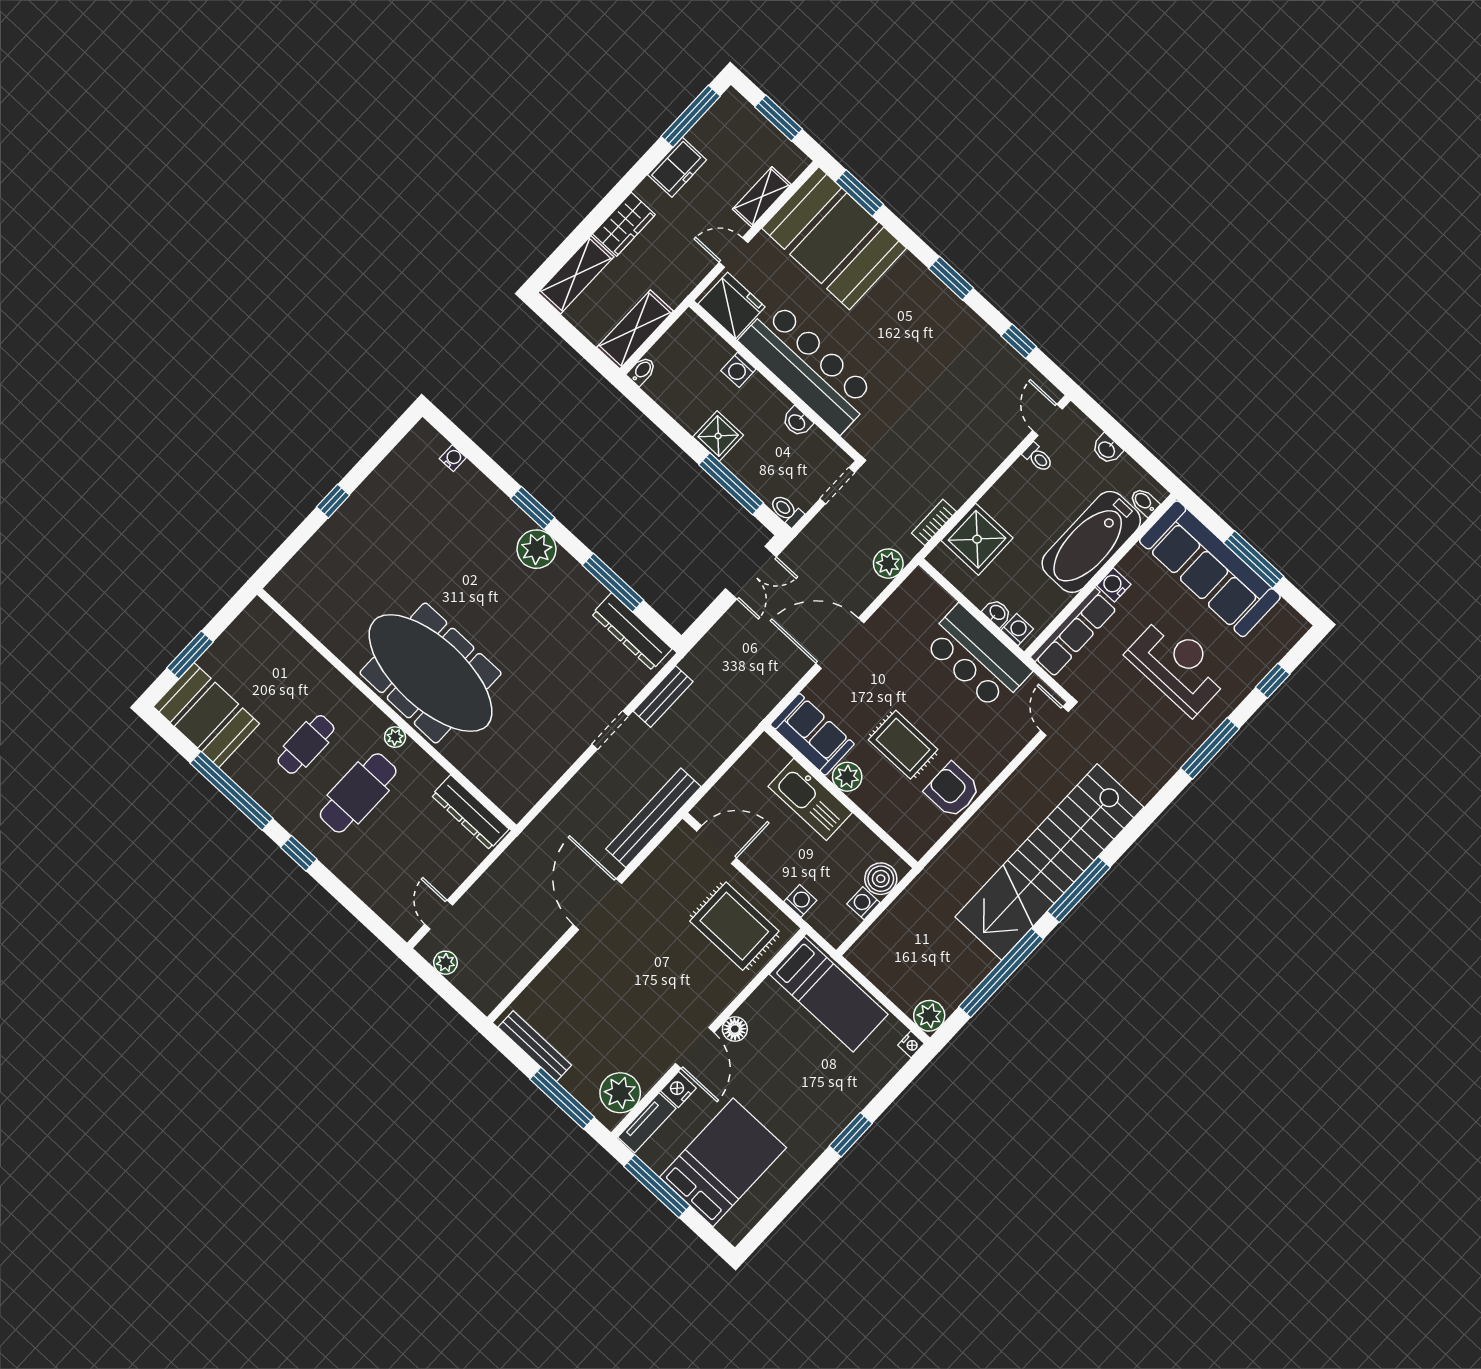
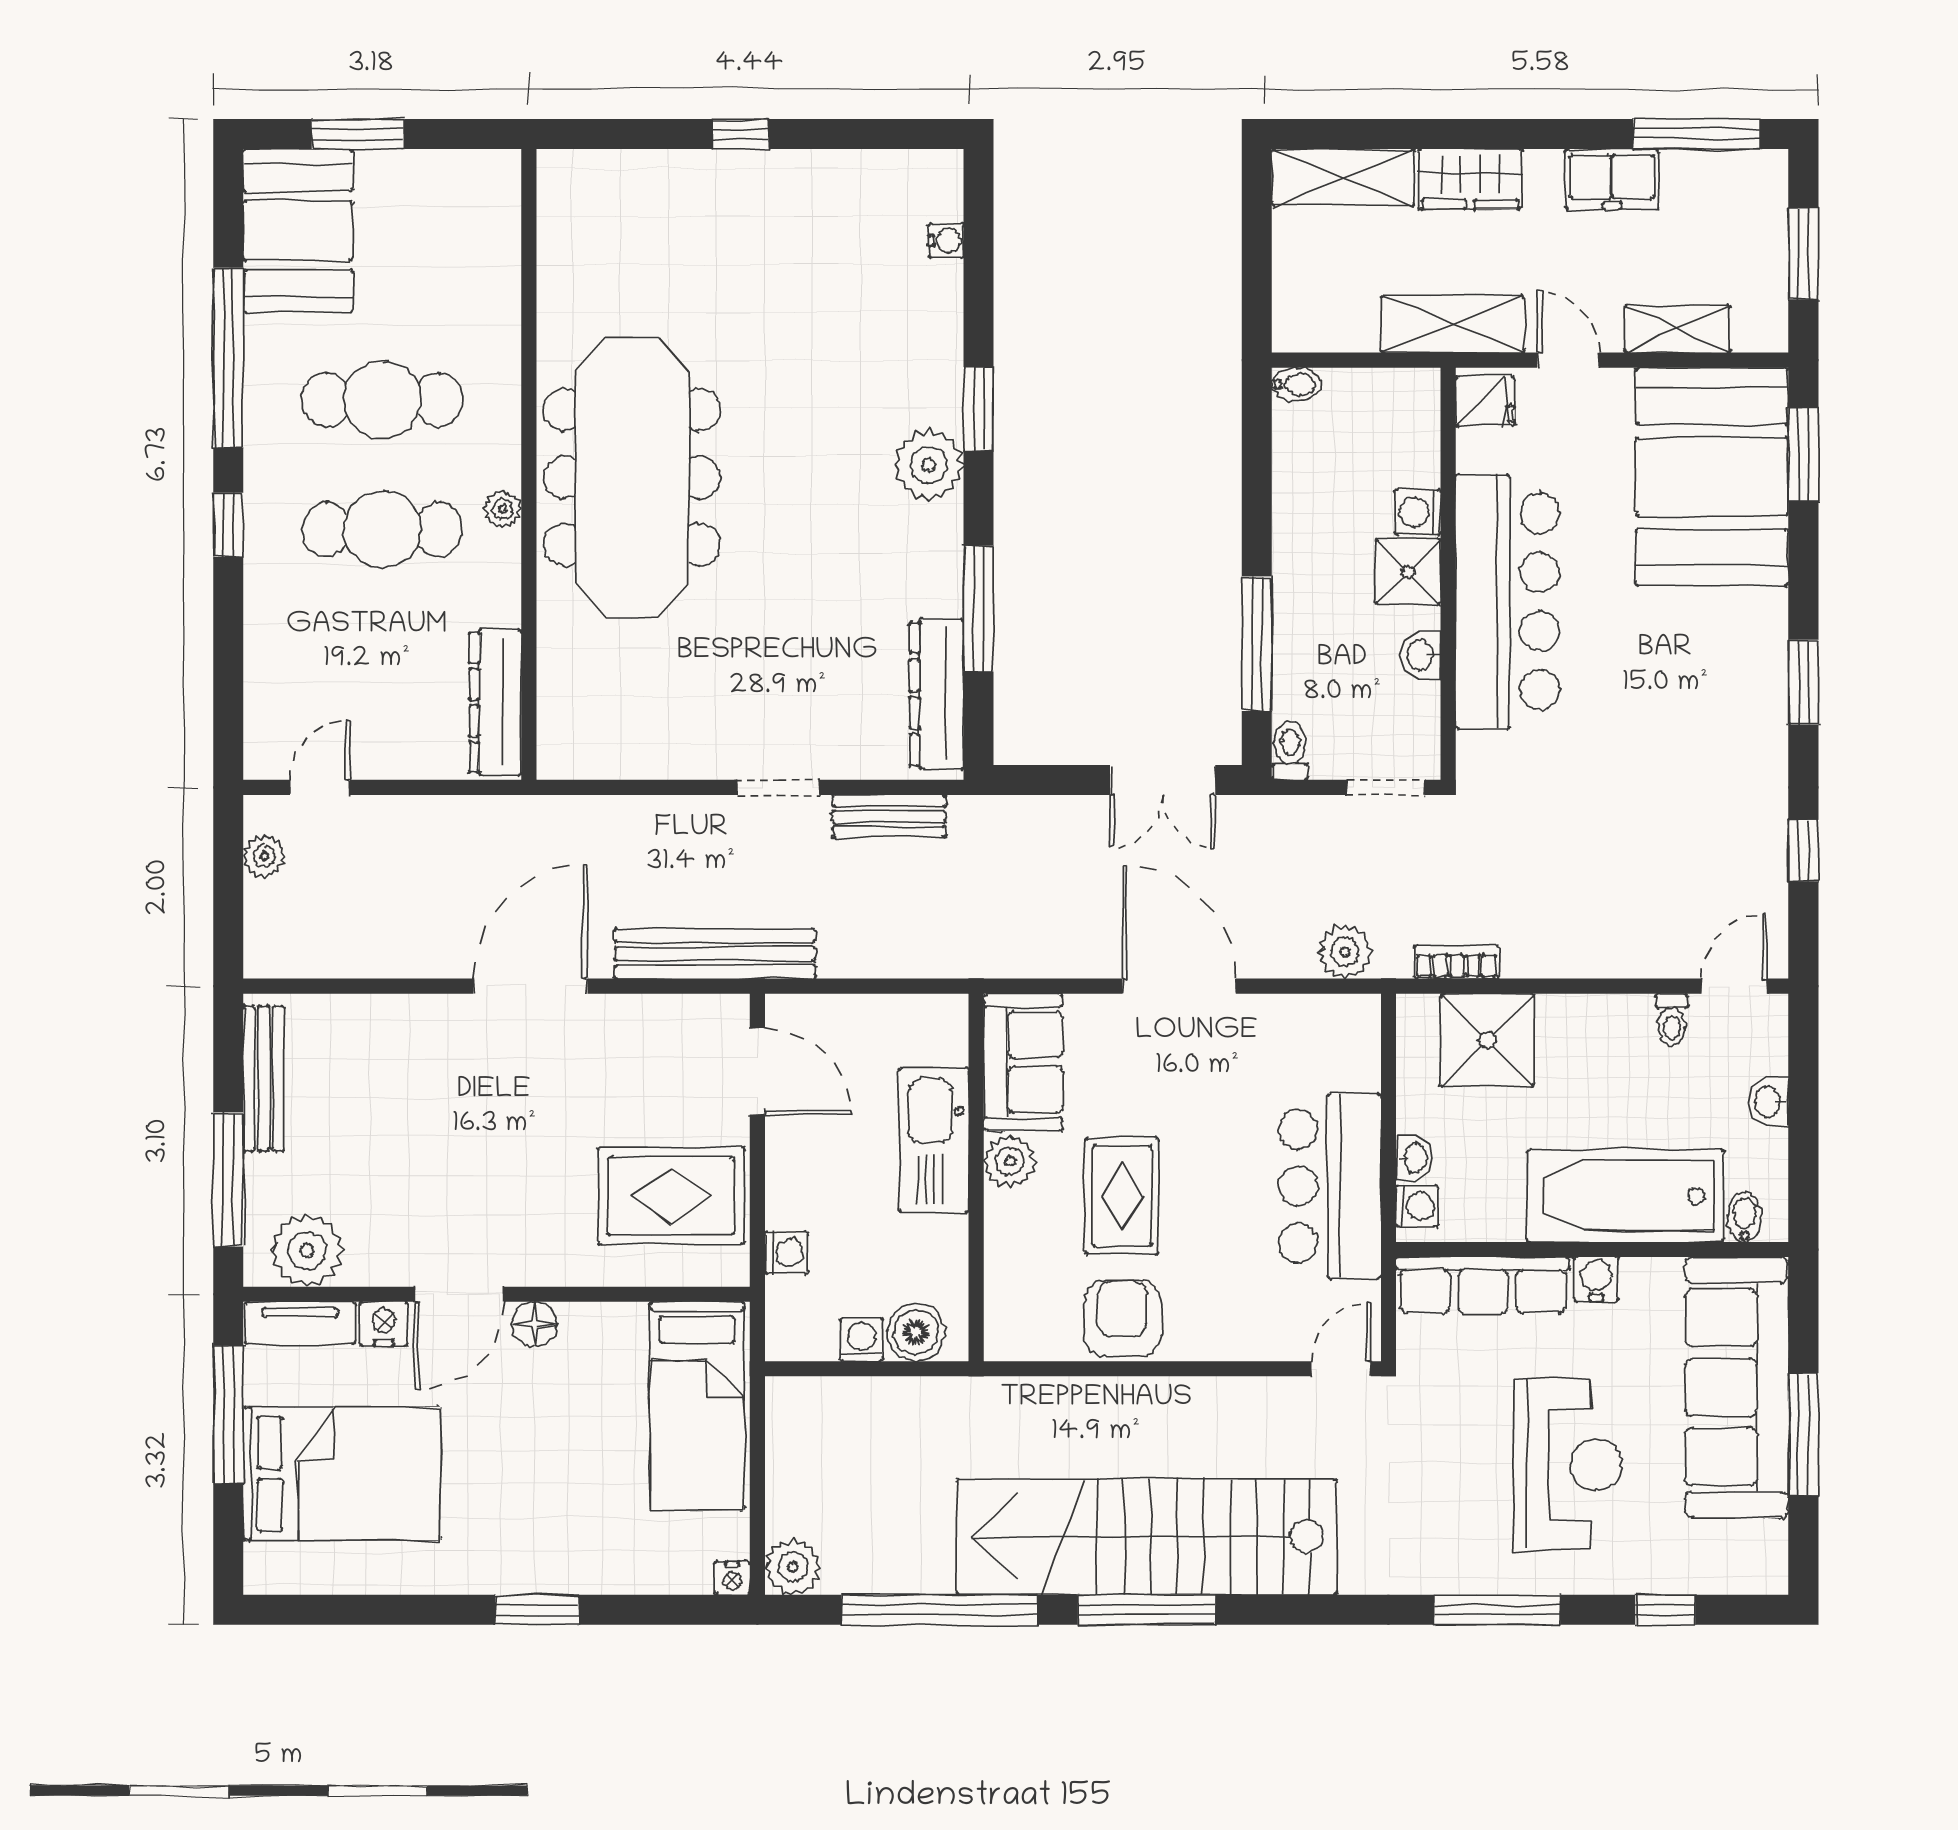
fridge: (732, 305) -> (1485, 401), width x0.53, depth x0.75
shelving: (635, 329) -> (1453, 324), moved
shower: (718, 436) -> (1408, 572), moved
cafe table: (306, 744) -> (382, 400), width x1.37, depth x1.35
rug: (734, 926) -> (671, 1196), turned 90

